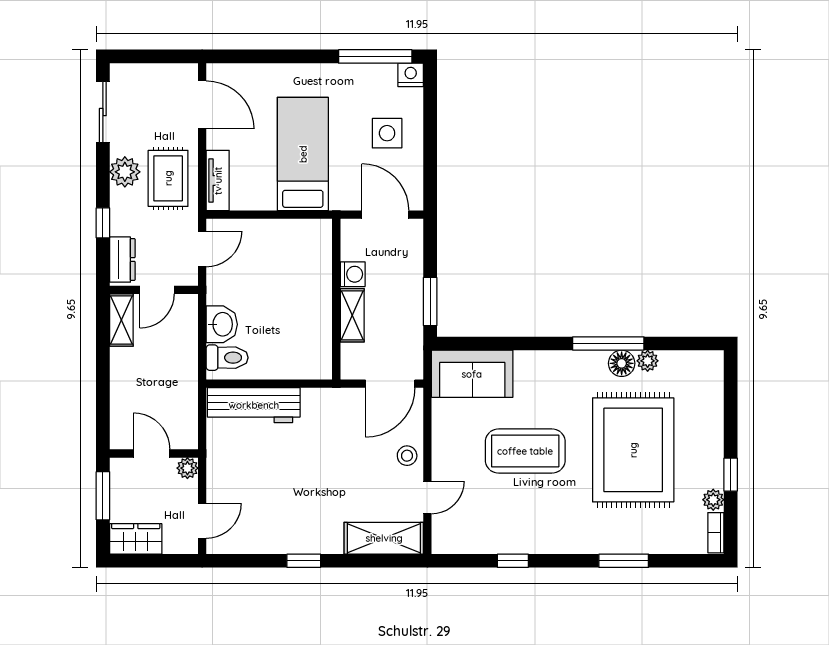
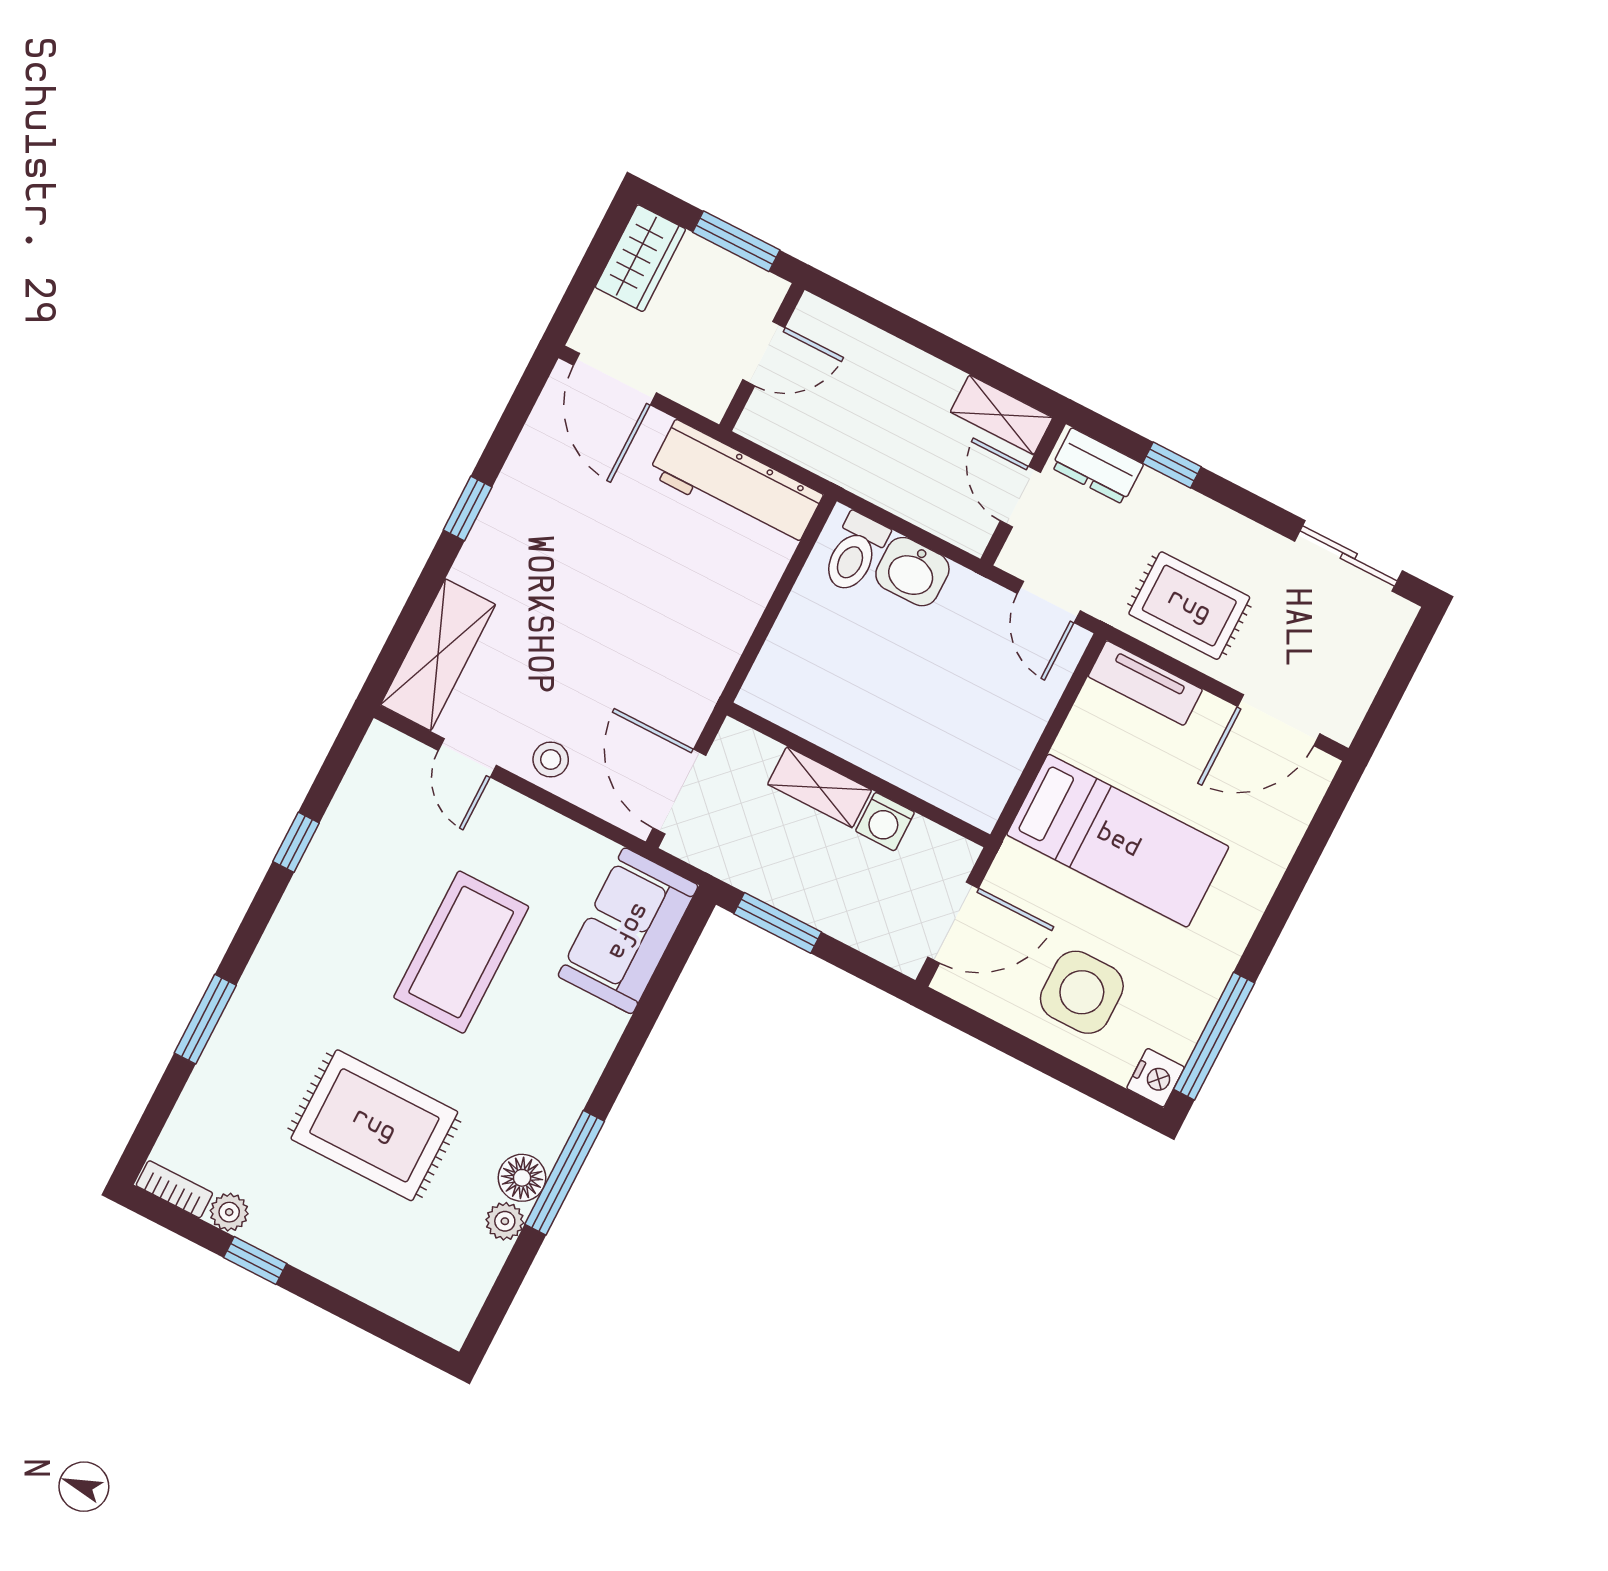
side table: (387, 133) -> (1082, 992), width x1.37, depth x1.37
plant: (125, 172) -> (1235, 542), removed
workbench: (254, 405) -> (736, 484), moved, turned -90
rug: (633, 450) -> (374, 1125), width x0.73, depth x0.69
plant: (187, 468) -> (711, 399), removed
door: (202, 521) -> (615, 379), width x1.38

